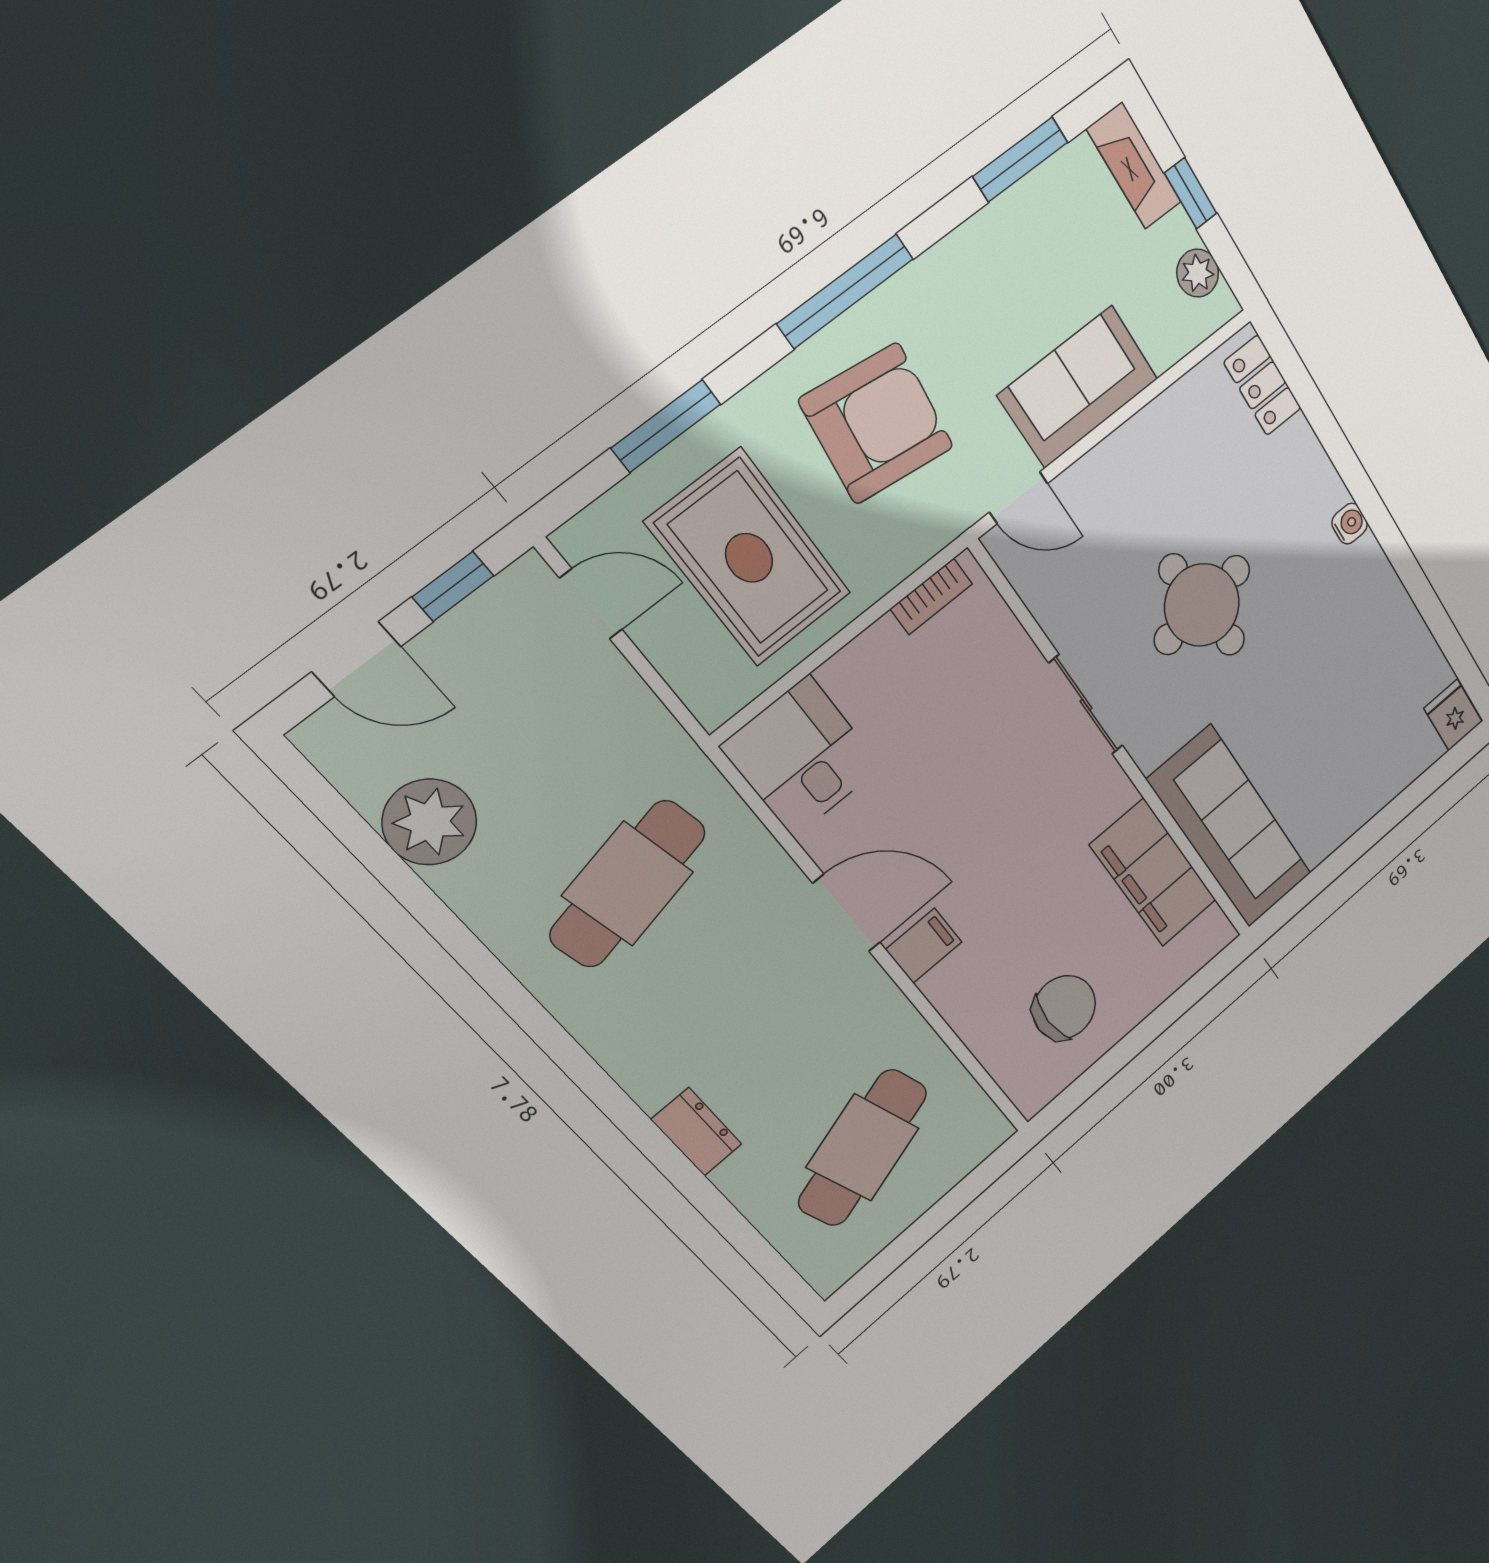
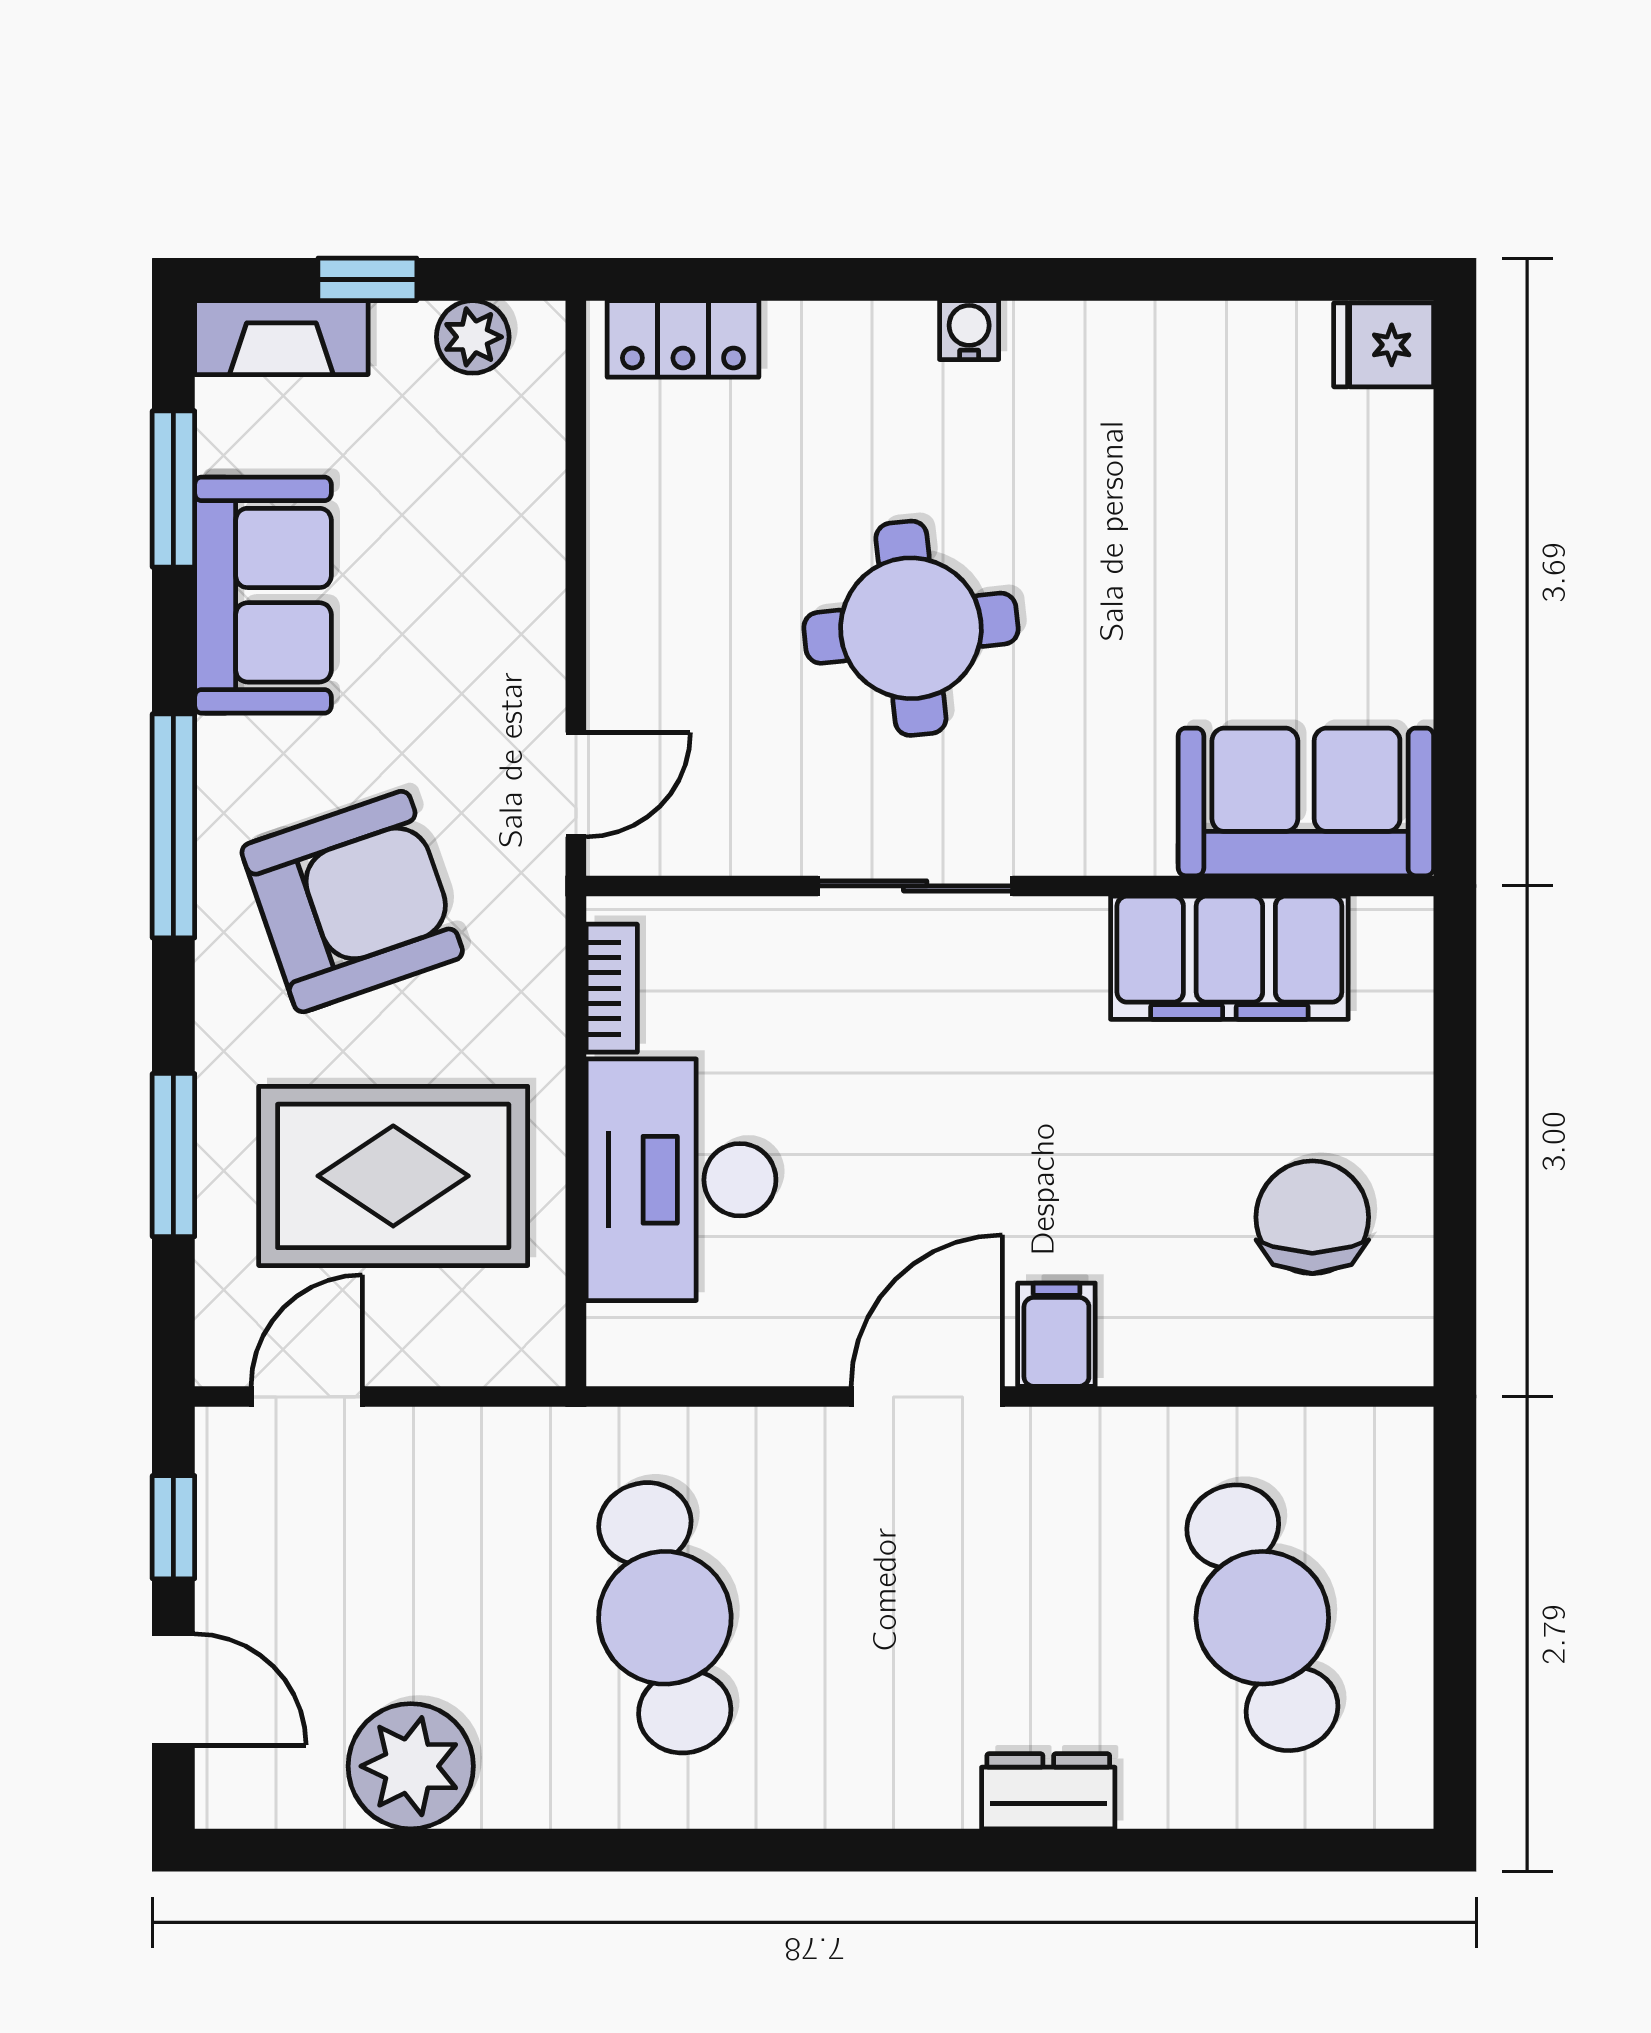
sofa: (1078, 387) -> (263, 595), moved, turned 180
armchair: (877, 424) -> (352, 902), turned 64
door: (356, 659) -> (173, 1689), hinge flipped
desk: (802, 757) -> (681, 1180), moved, width x1.37
sofa: (1230, 827) -> (1306, 802), width x0.73

